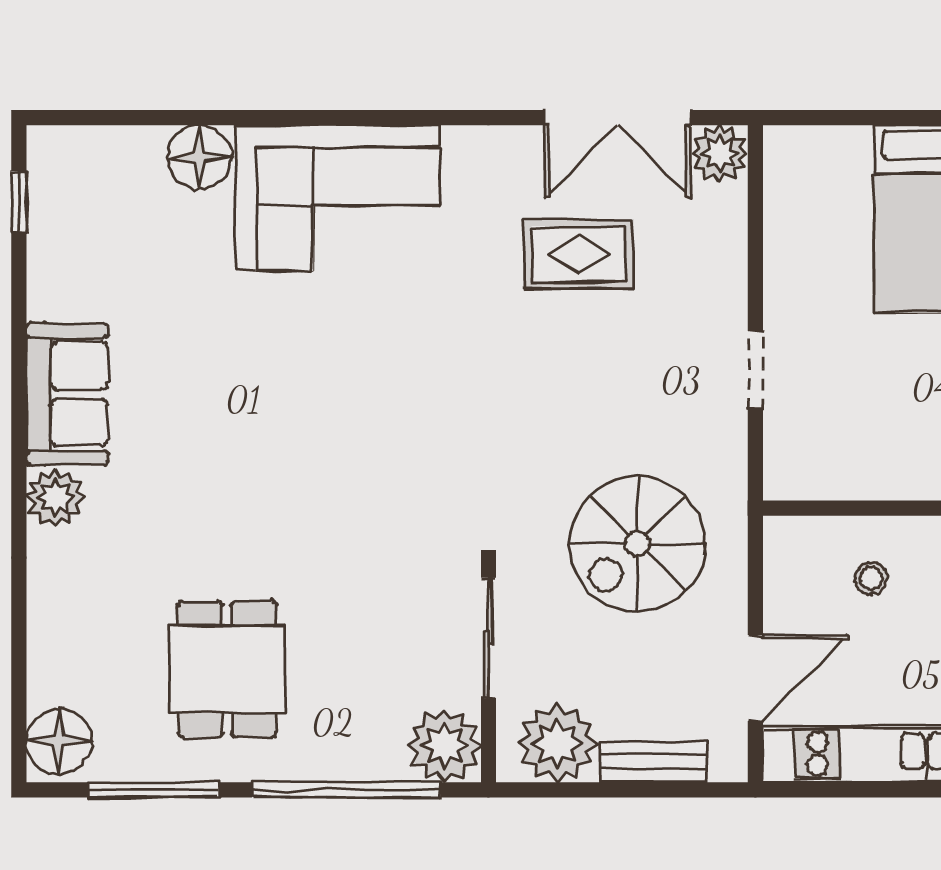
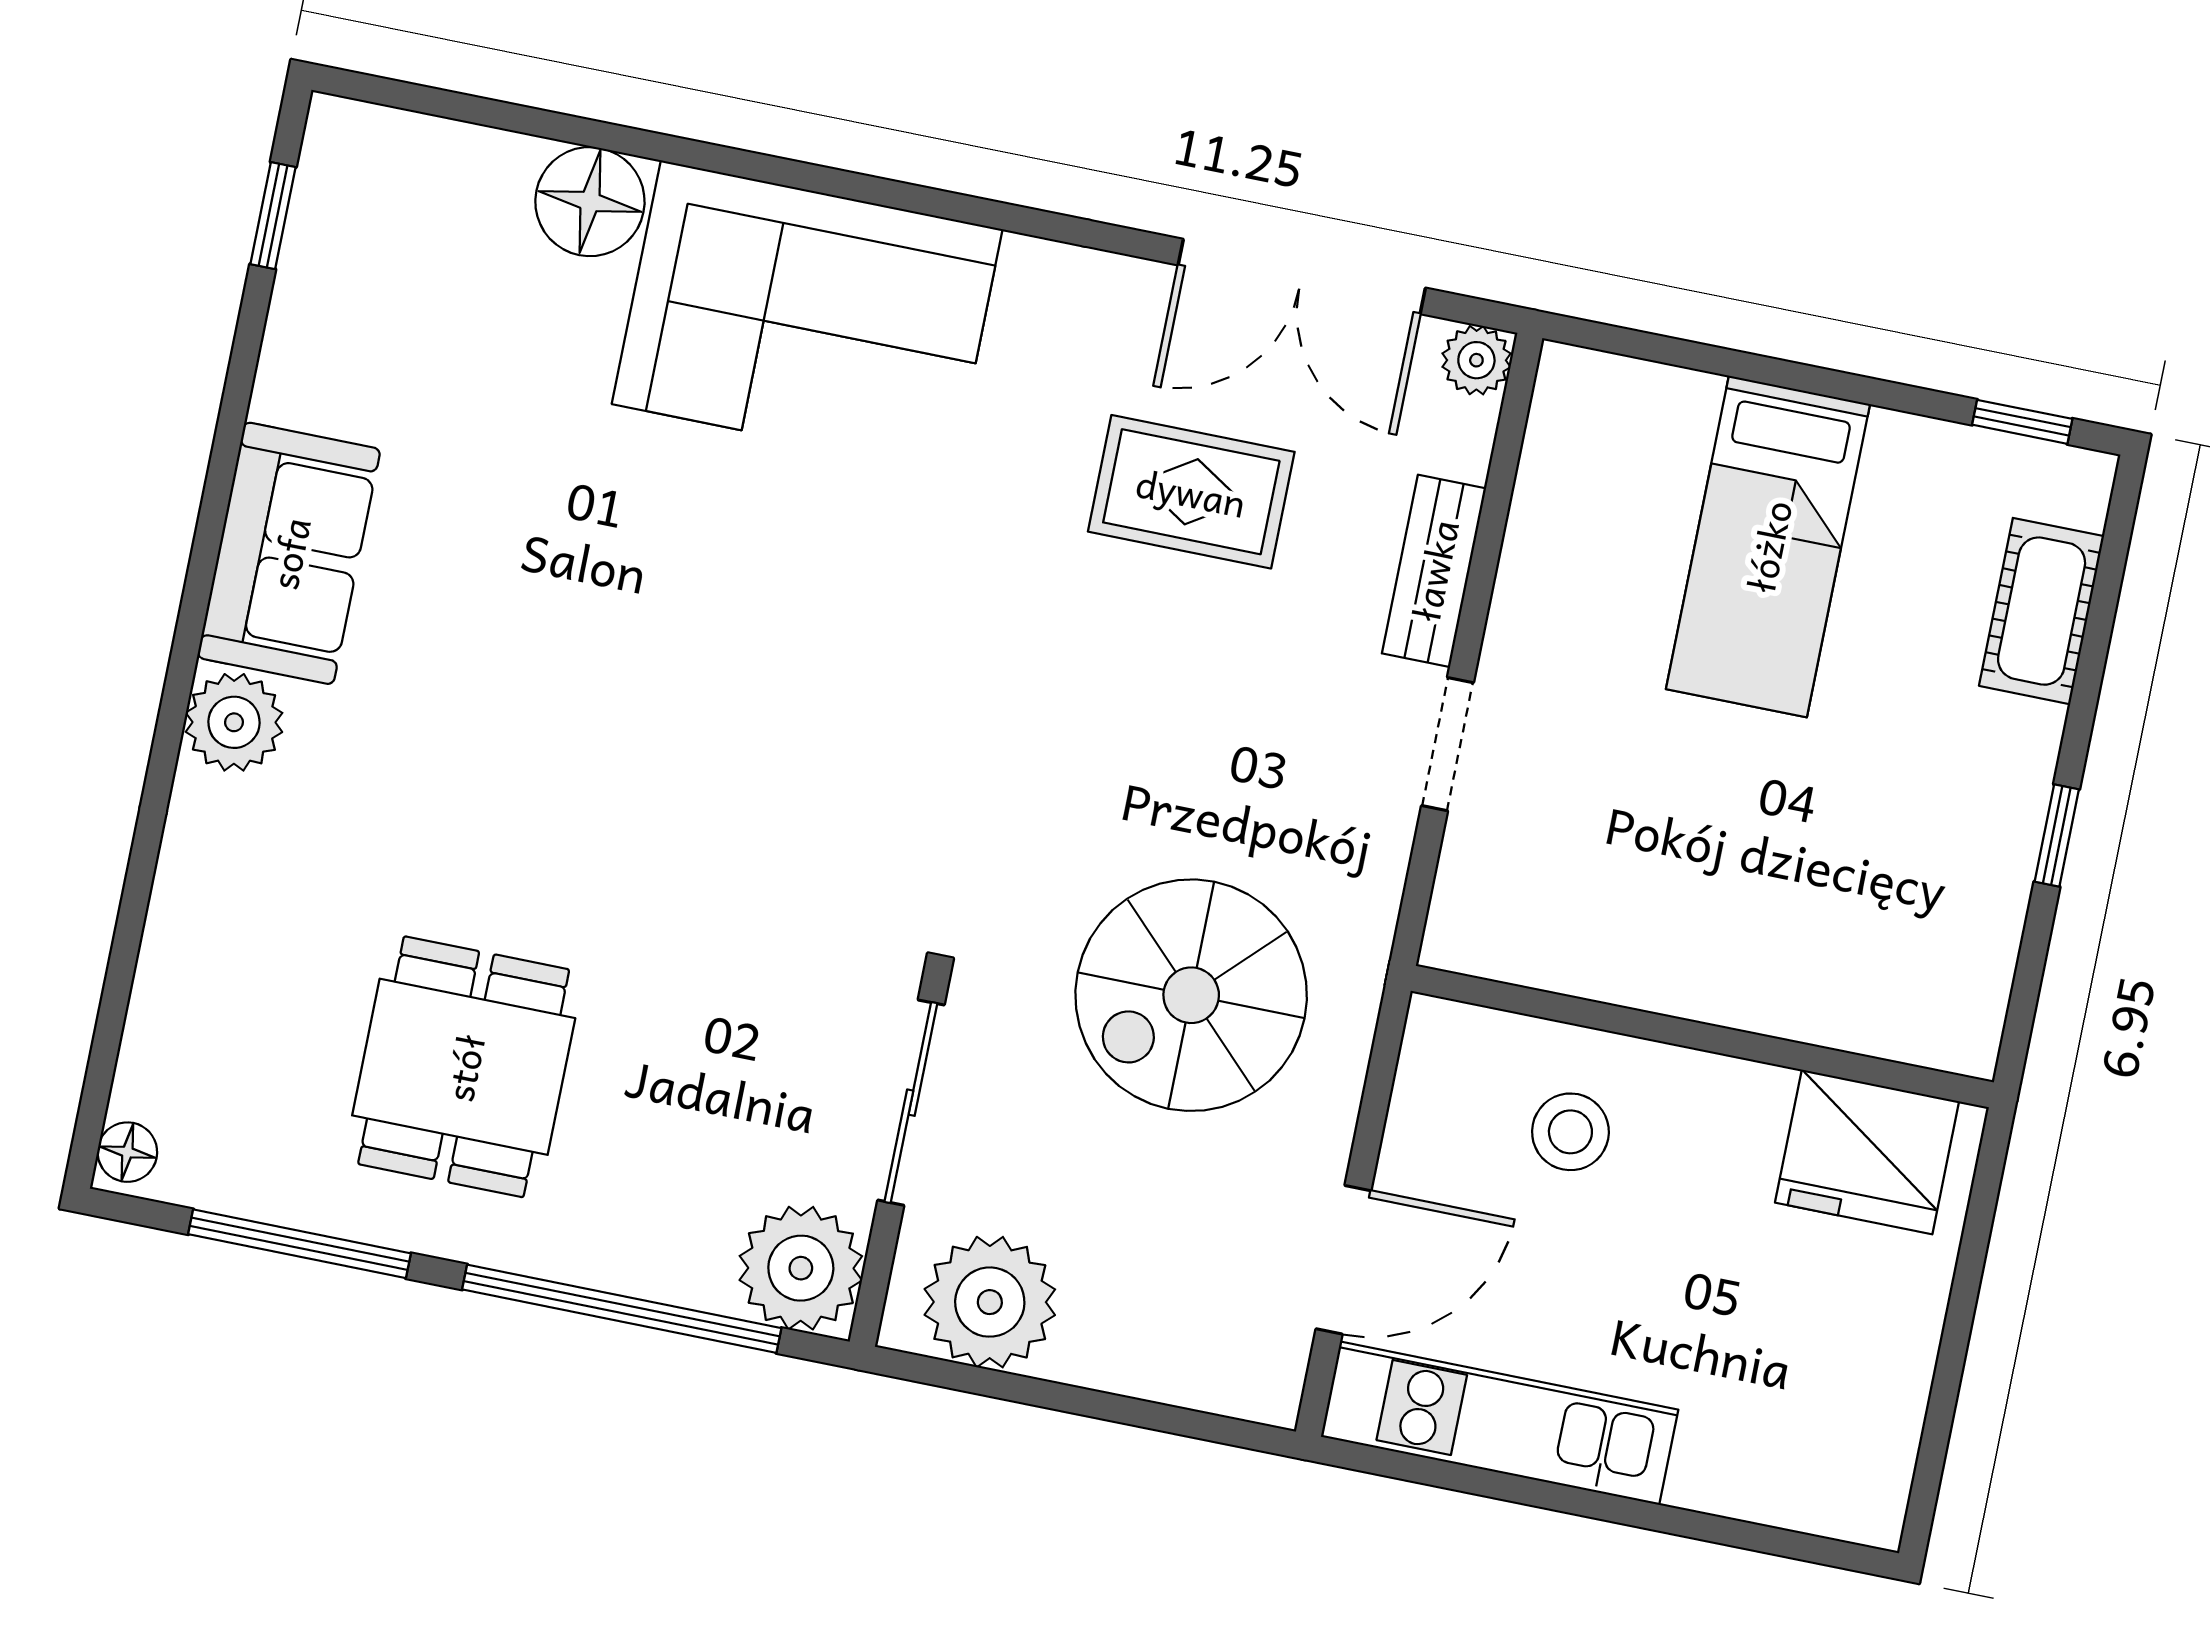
plant: (720, 153) -> (1476, 360), width x0.73, depth x0.73
stool: (871, 578) -> (1570, 1132), width x1.37, depth x1.37
floor lamp: (59, 742) -> (127, 1152), width x0.53, depth x0.53
bench: (653, 762) -> (1434, 571), moved, turned 90

